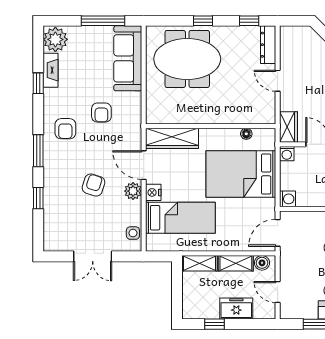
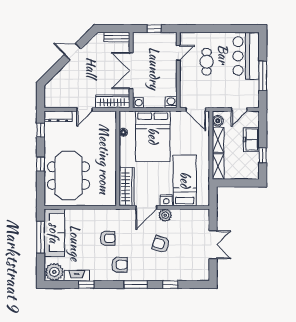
sofa: (128, 58) -> (54, 233), moved, turned -90
wardrobe: (288, 127) -> (113, 101), width x1.50
side table: (133, 233) -> (196, 215), removed

